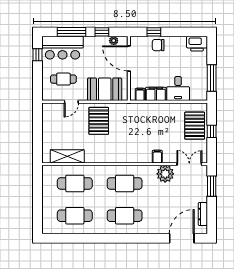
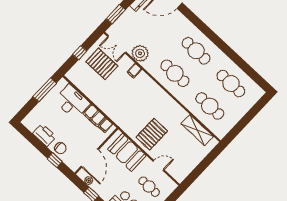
printer: (197, 44) -> (44, 135), moved
desk: (178, 89) -> (72, 102), width x1.37
pallet: (195, 126) -> (102, 64), moved, turned 90

